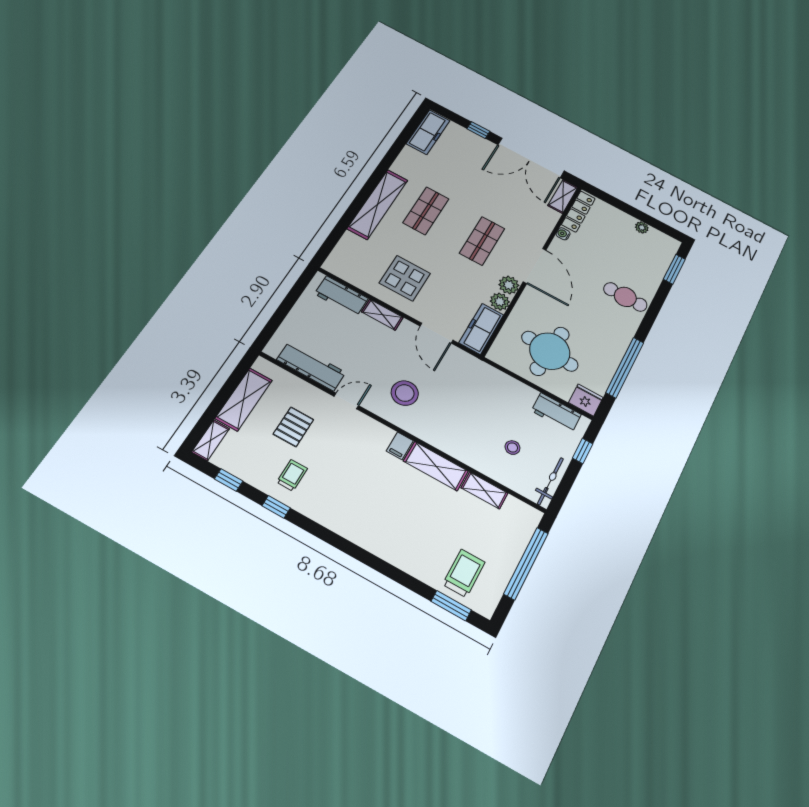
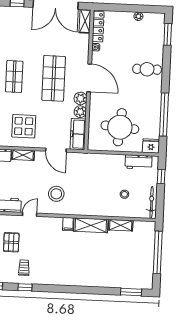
shop shelf: (482, 241) -> (54, 78), width x1.43, depth x1.36
trolley: (464, 573) -> (130, 273), removed

